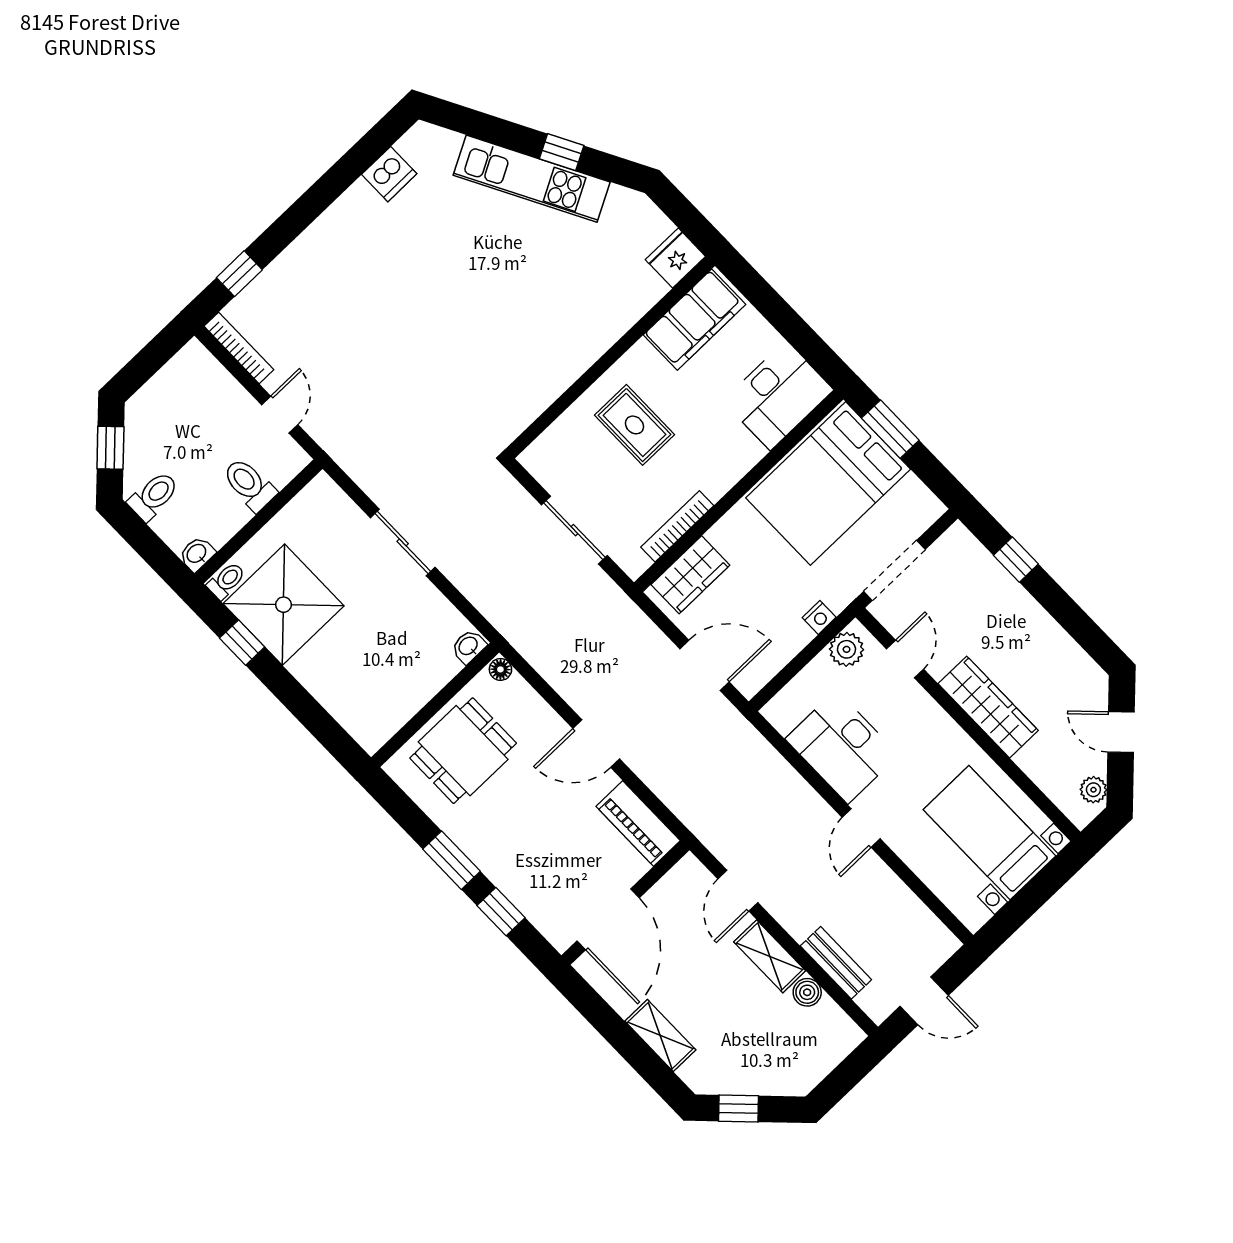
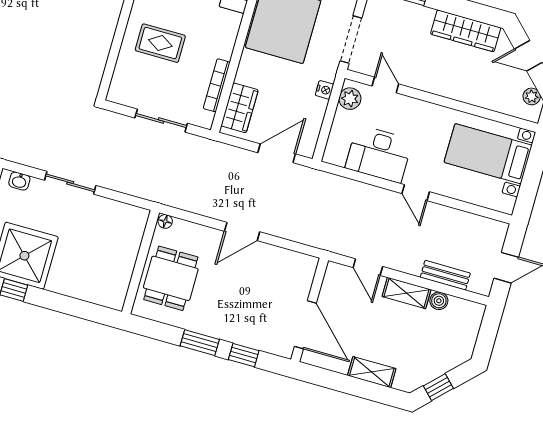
washbasin: (469, 646) -> (19, 181), moved, turned -90
wardrobe: (988, 707) -> (466, 31), moved, turned 180
piano: (638, 824) -> (291, 262), removed

